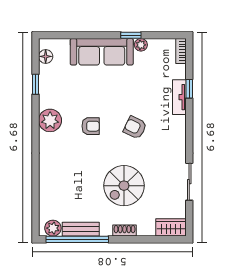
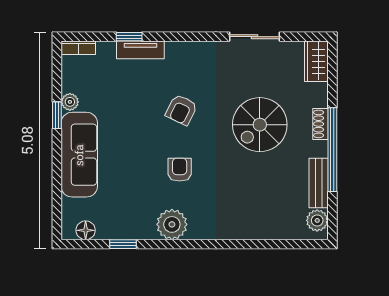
spiral stairs: (124, 186) -> (260, 125), turned 90
window: (77, 239) -> (332, 150), moved

